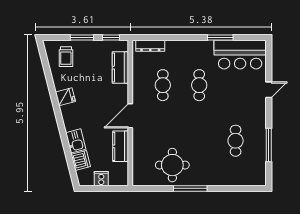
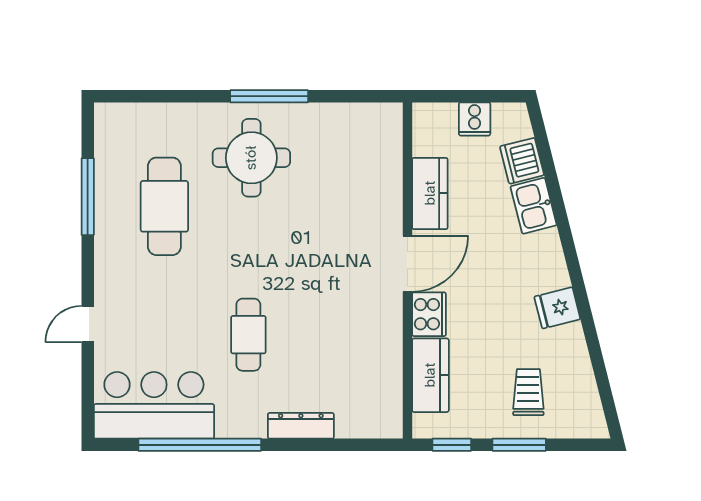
window: (220, 37) -> (200, 445), width x2.11
dresser: (150, 46) -> (301, 426), moved
trolley: (66, 57) -> (528, 392), moved
cafe table: (163, 85) -> (332, 335), removed
cooker: (121, 94) -> (429, 314), added
cafe table: (236, 141) -> (164, 206), width x1.37, depth x1.35
round table: (172, 165) -> (251, 158), moved

